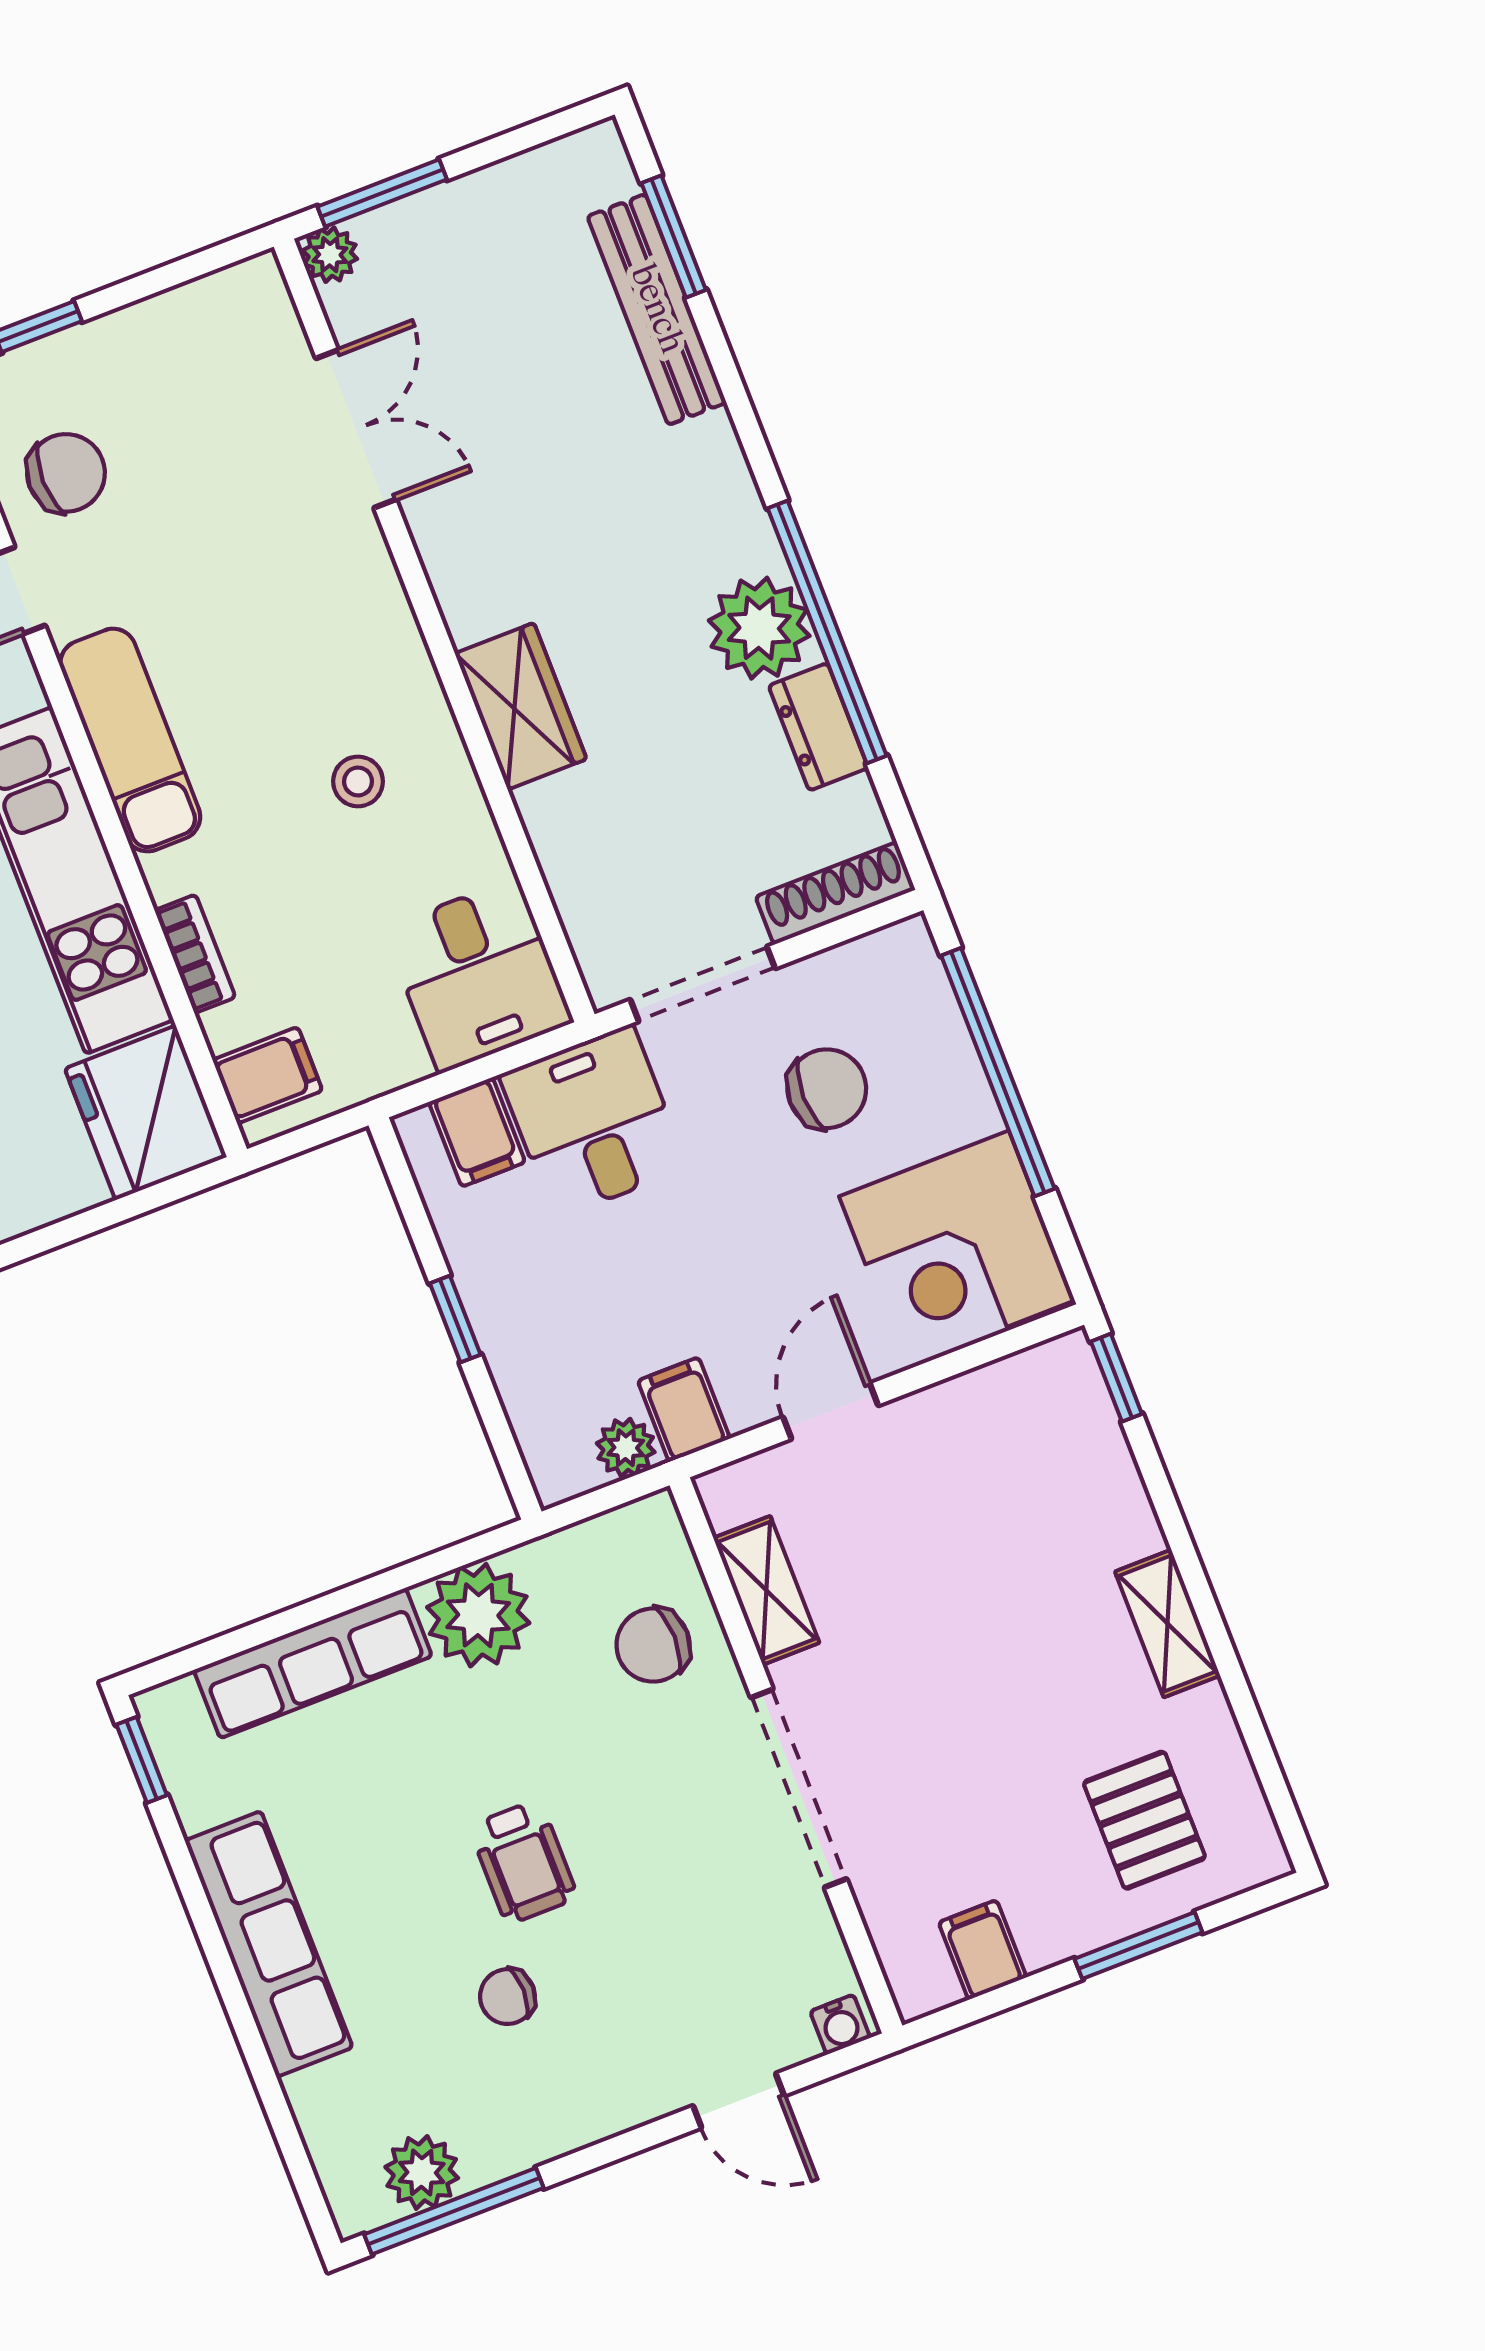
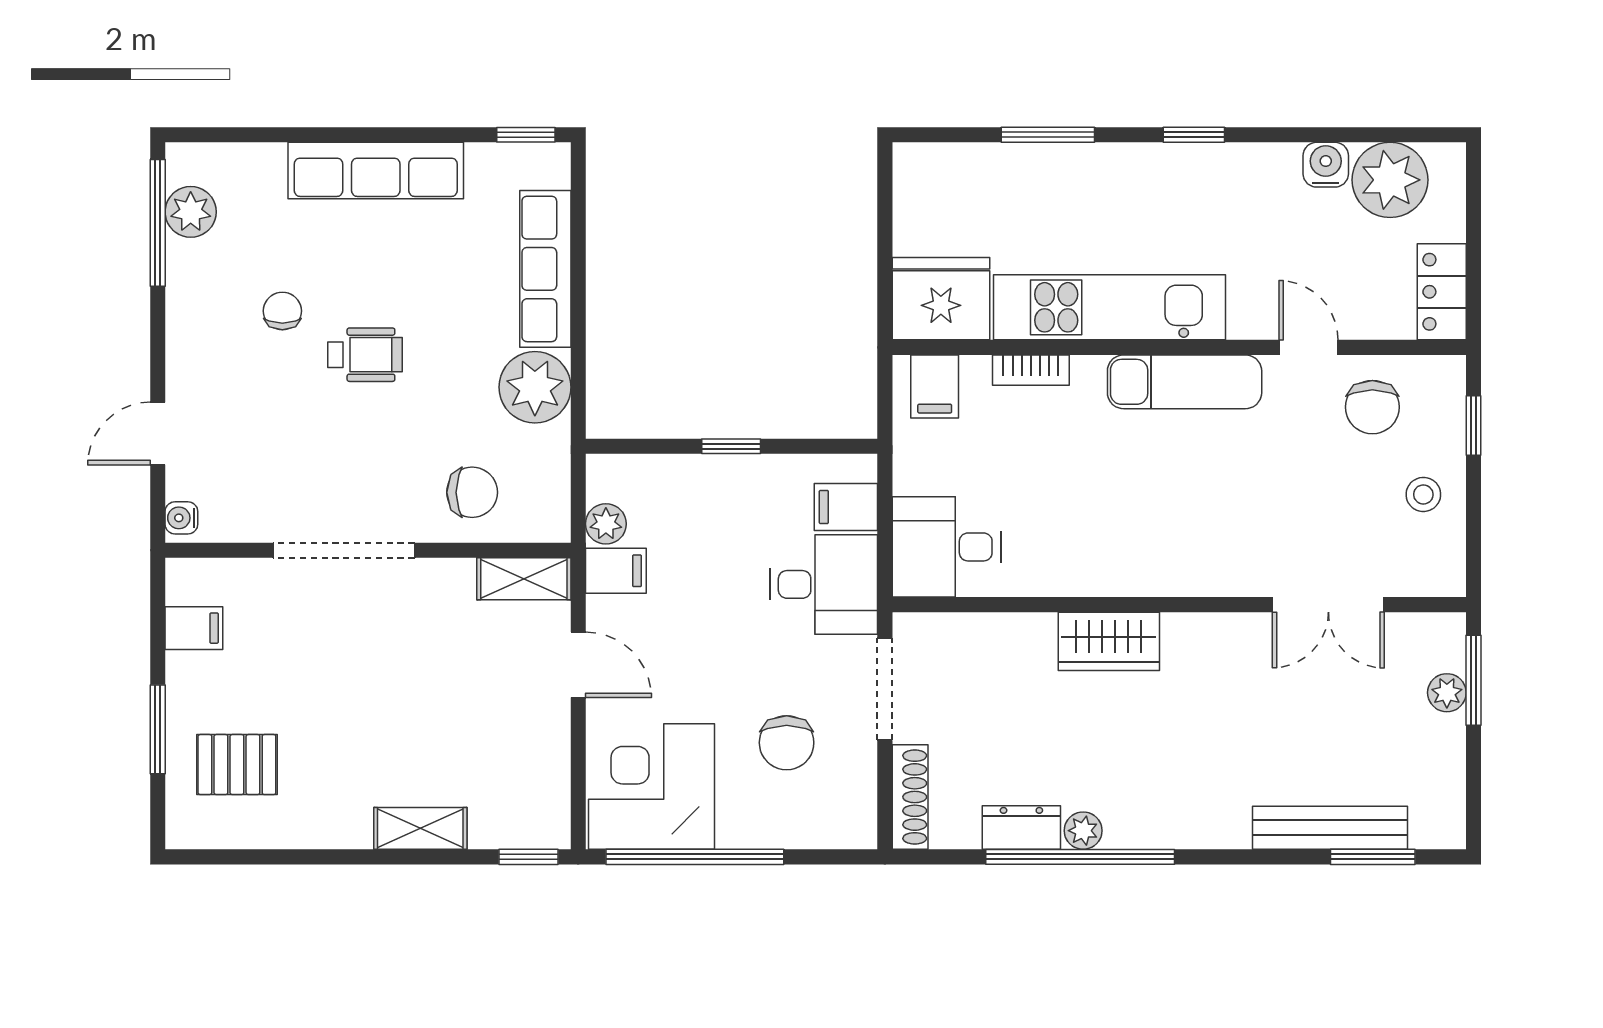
plant: (330, 255) -> (1447, 693), moved
plant: (759, 628) -> (1083, 831), width x0.53, depth x0.53
stool: (358, 781) -> (1423, 494), moved
window: (998, 1072) -> (695, 857), moved
shelving: (766, 1590) -> (524, 579), moved
shelving: (1168, 1624) -> (420, 828), moved
chair: (653, 1645) -> (472, 492), turned 90
wheelchair: (523, 1862) -> (365, 355), turned 180

